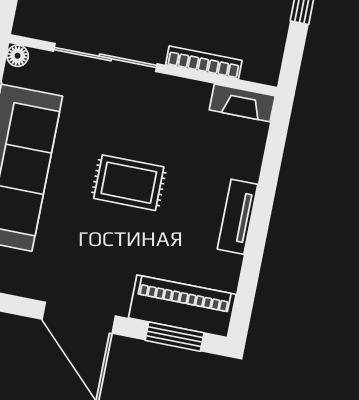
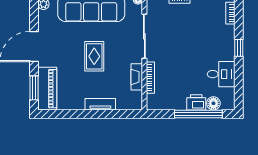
fireplace: (242, 103) -> (137, 77), moved
tv unit: (238, 217) -> (100, 104), moved

